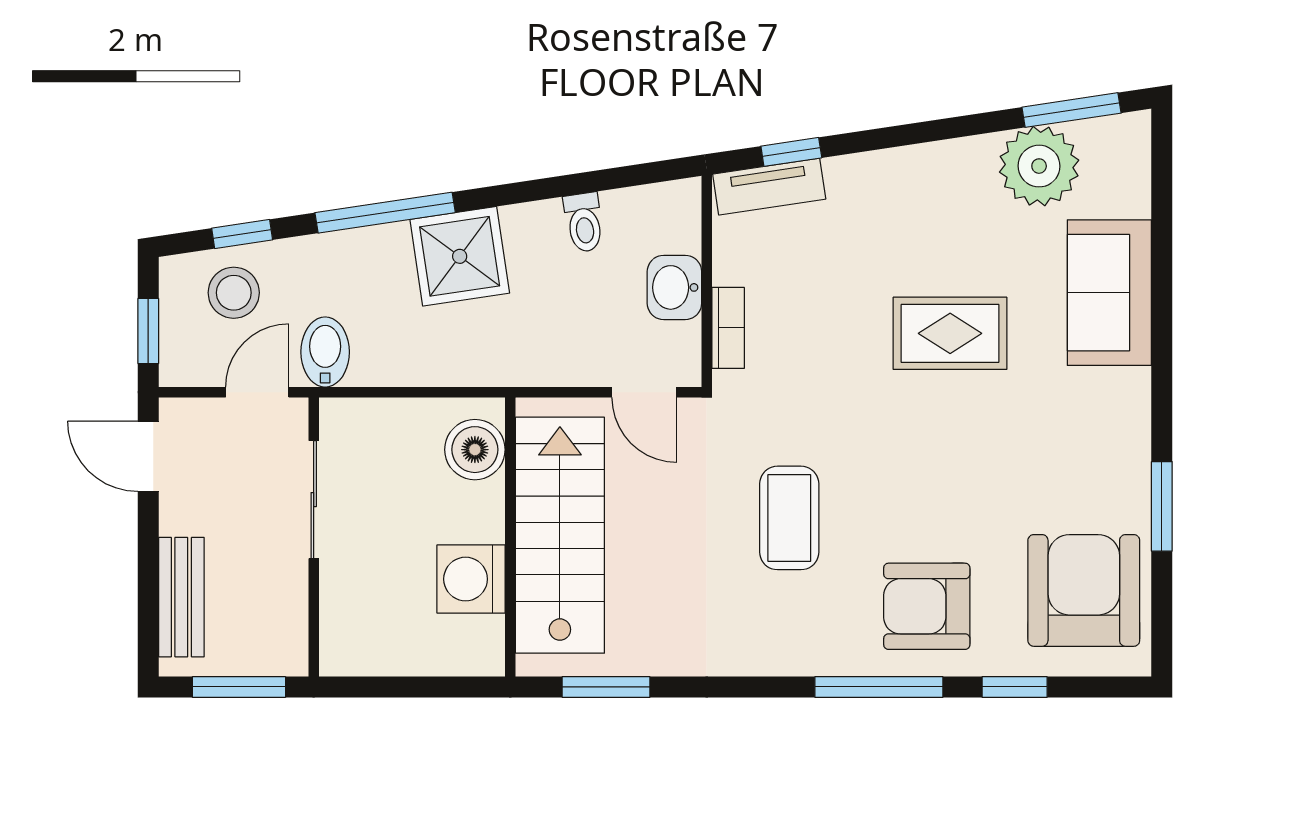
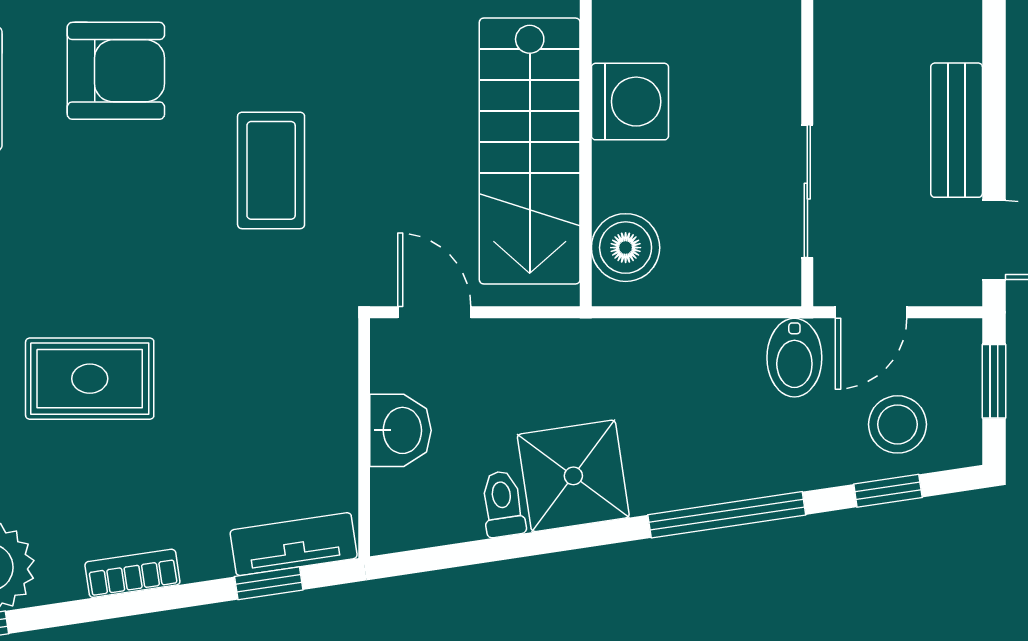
shower: (460, 256) -> (573, 476), moved
bookcase: (728, 328) -> (132, 573), moved, turned 82
bench: (181, 597) -> (957, 130), moved

